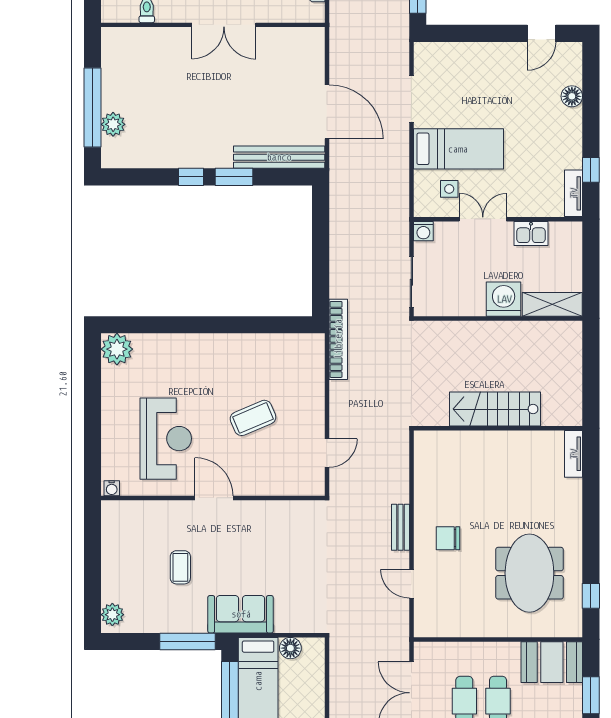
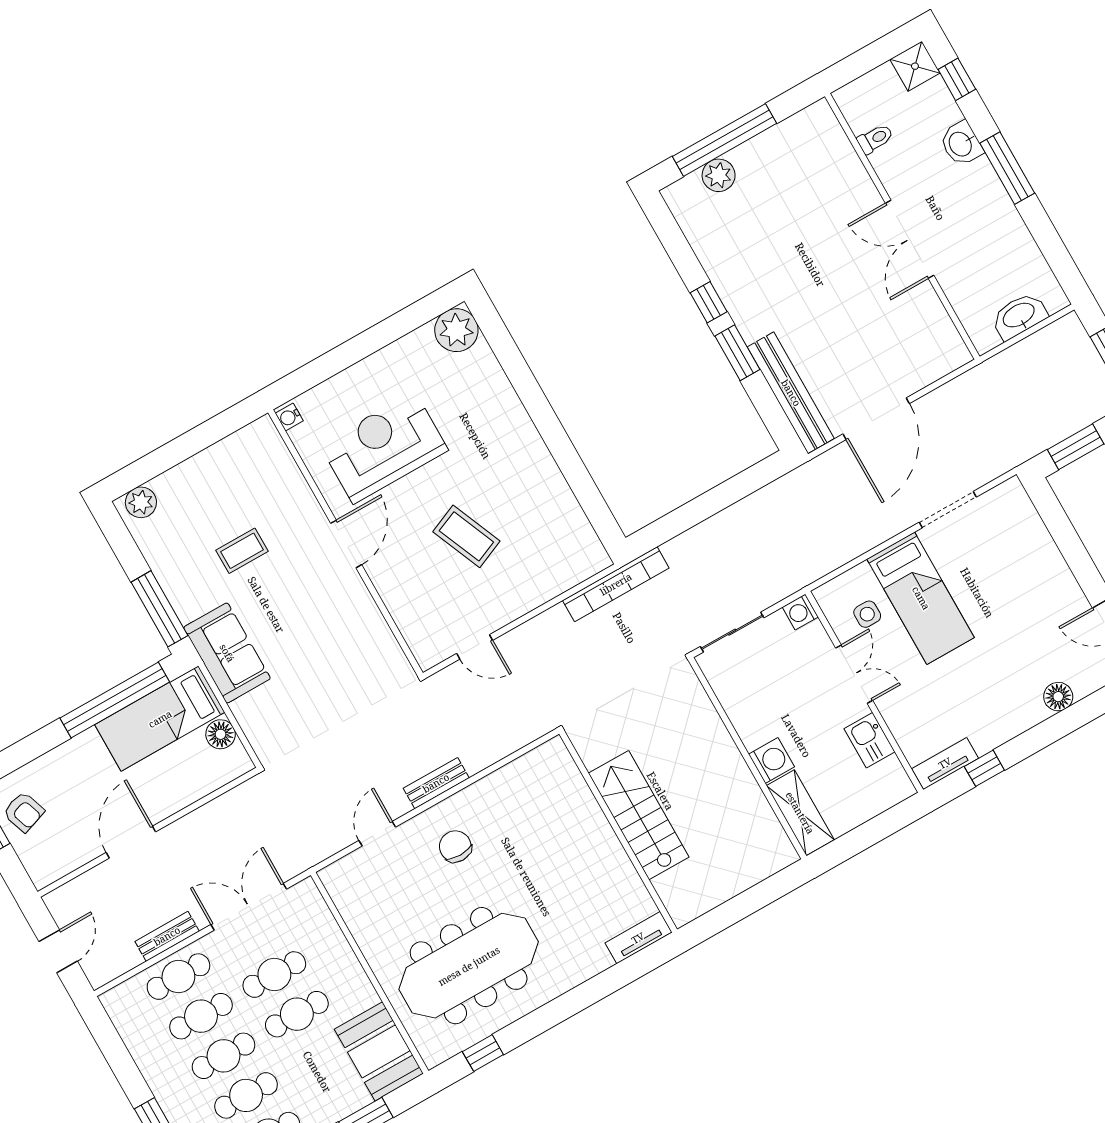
washing machine: (504, 299) -> (771, 760), width x0.73, depth x0.73
reception desk: (166, 439) -> (384, 447), turned 180
meeting table: (529, 573) -> (469, 966), width x1.36

